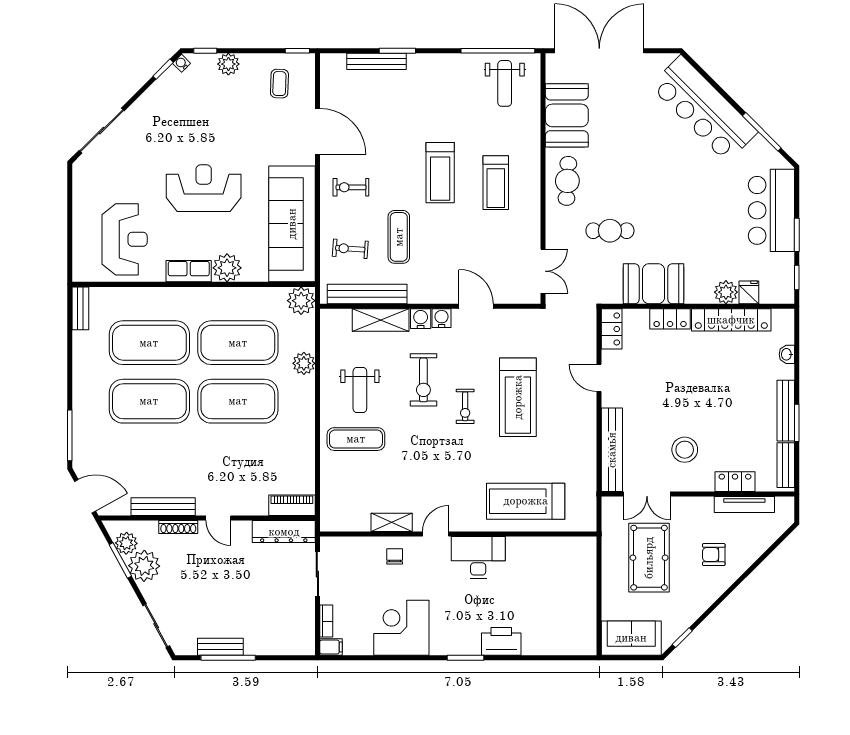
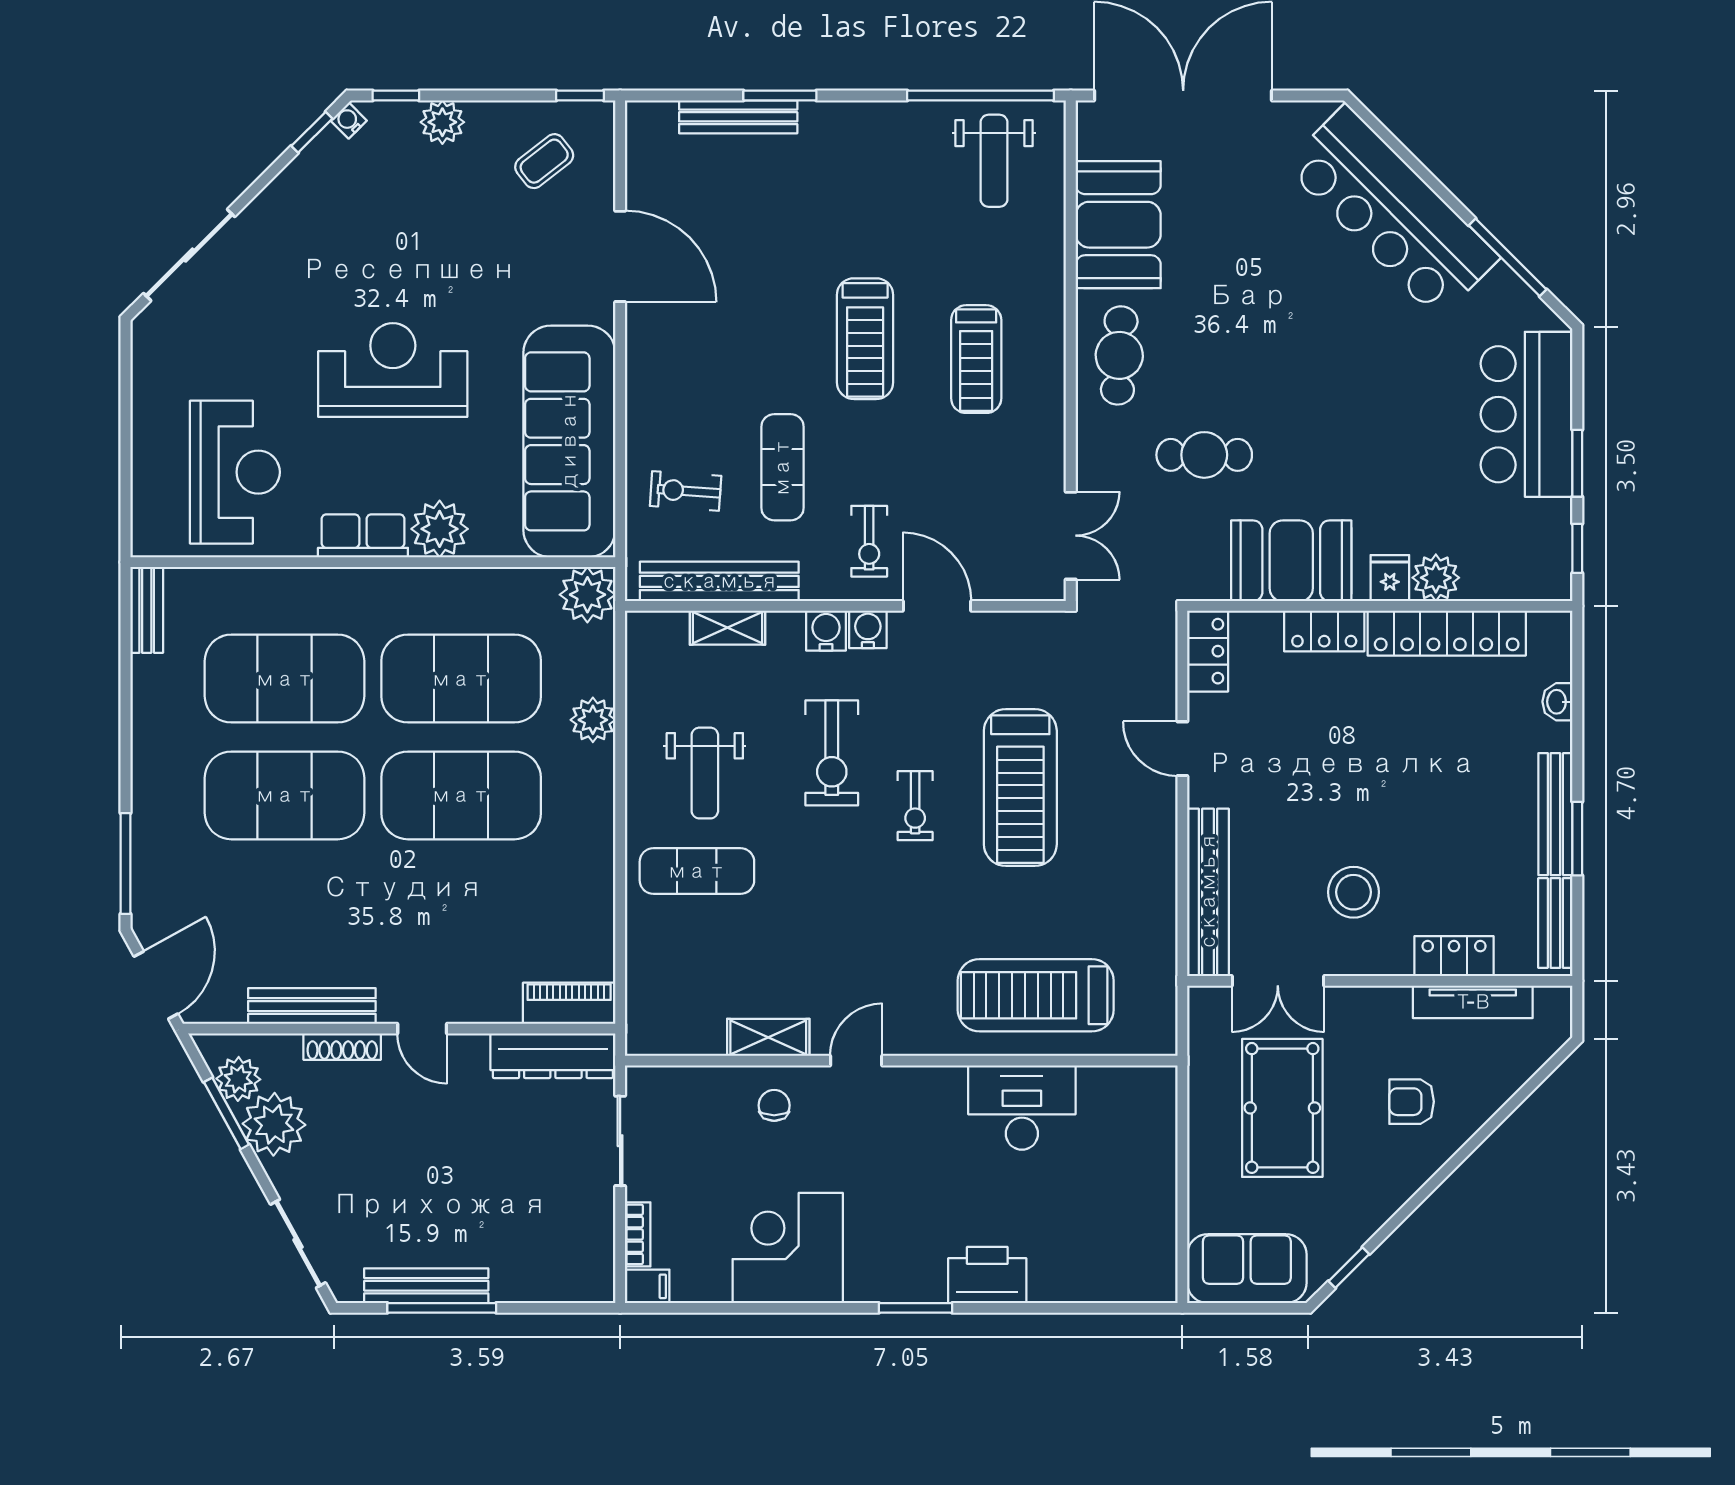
coffee table: (279, 84) -> (544, 161), turned 50
exercise bike: (351, 187) -> (869, 541), moved, turned -90
fridge: (749, 292) -> (1390, 578), moved
shelving: (381, 320) -> (728, 628), width x0.67, depth x0.75
door: (85, 496) -> (156, 985), hinge flipped
desk: (478, 557) -> (1022, 1108), moved
bench: (220, 647) -> (426, 1286), width x1.36

